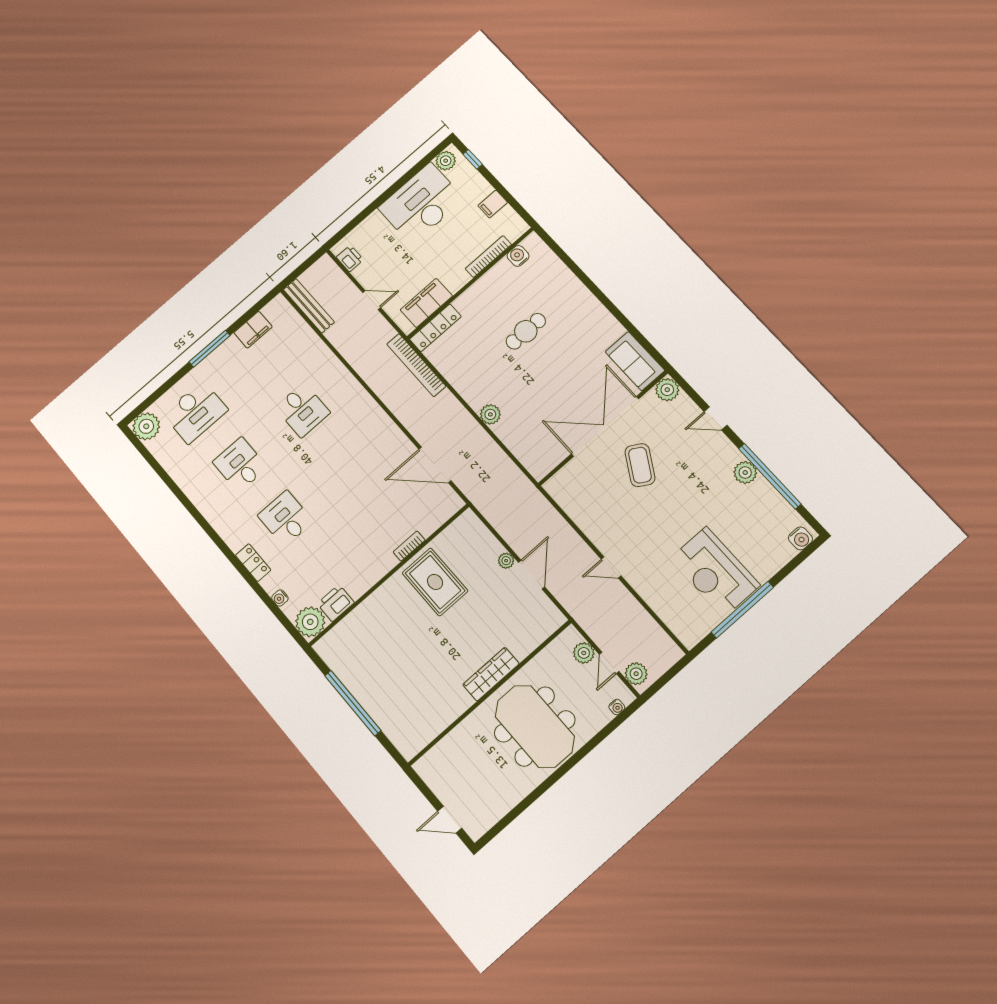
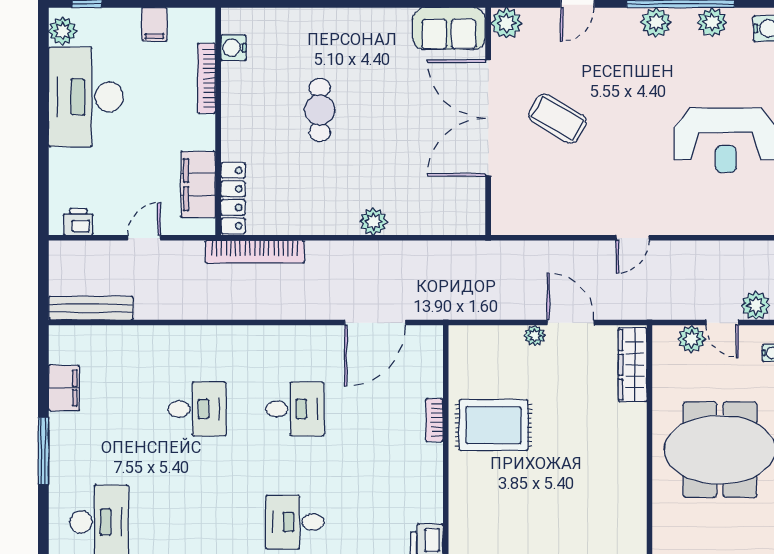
desk: (240, 465) -> (295, 409), moved, turned 180
plant: (775, 504) -> (712, 22), added
wardrobe: (491, 674) -> (633, 365), moved

